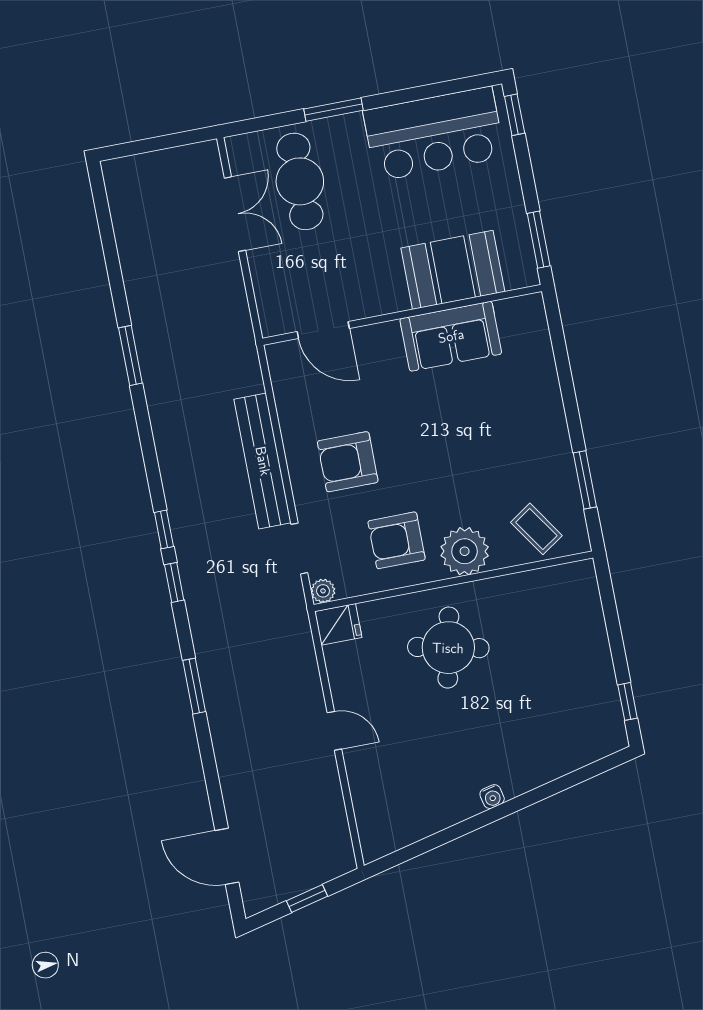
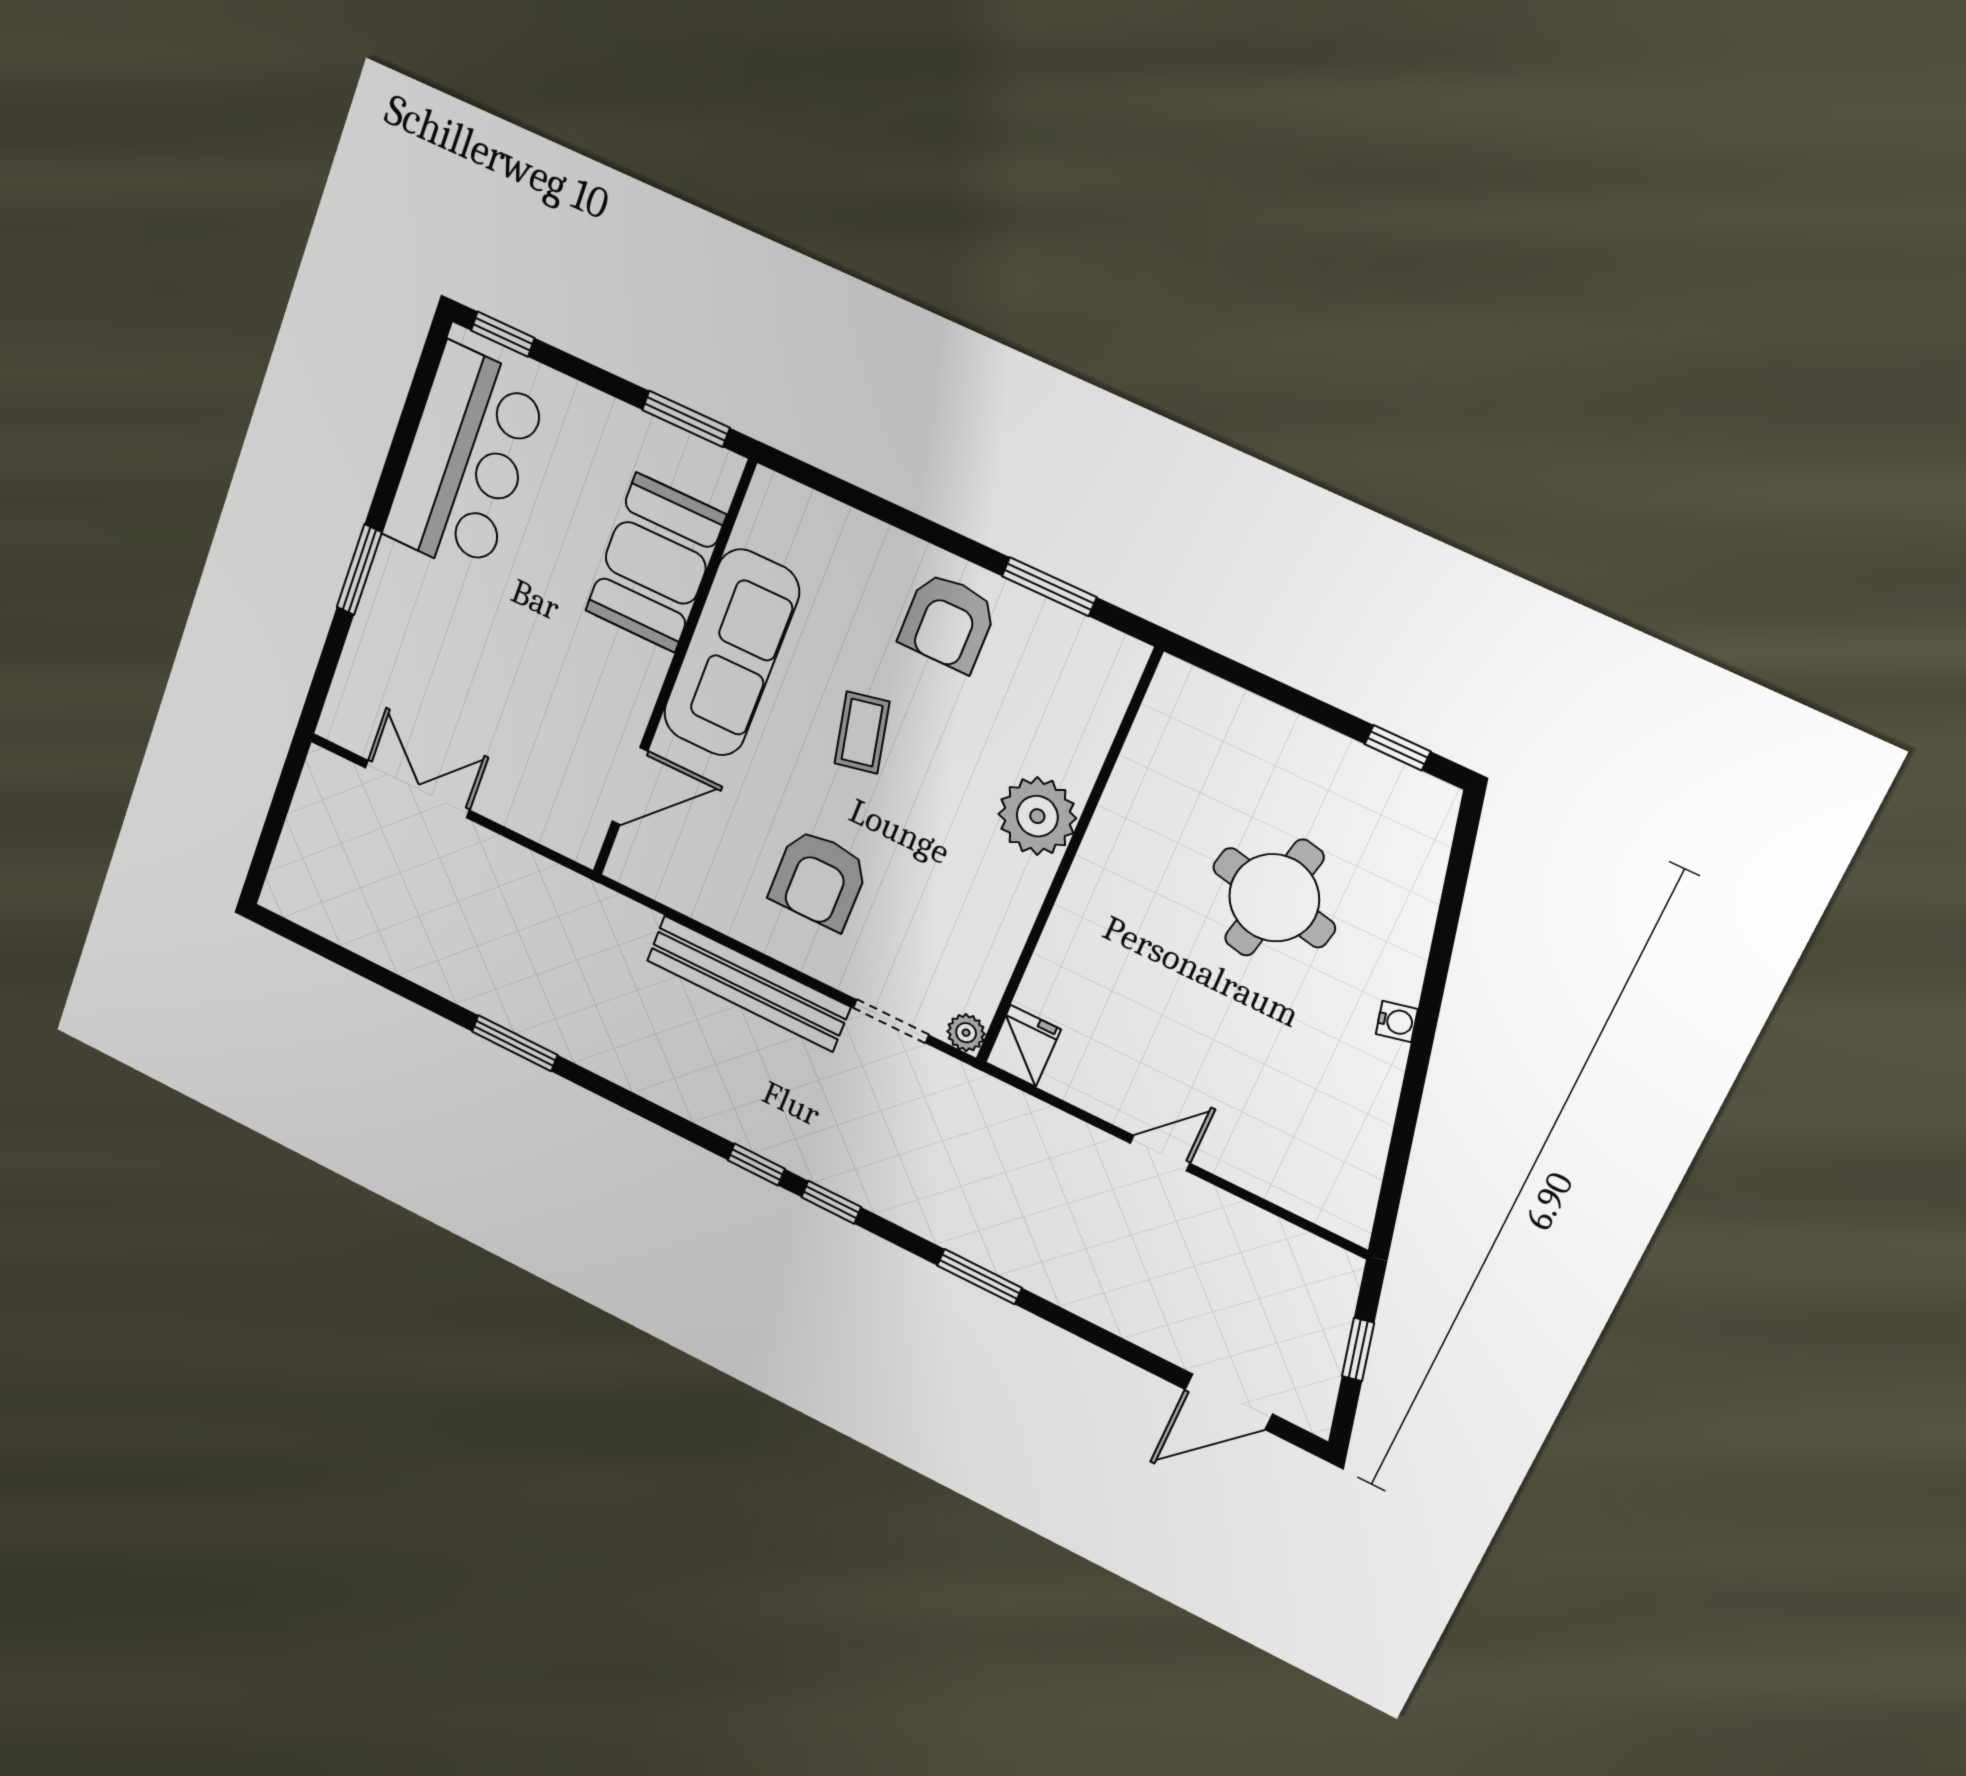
cafe table: (300, 181) -> (424, 678), removed
sofa: (451, 336) -> (731, 653), width x1.36
coffee table: (536, 529) -> (862, 733), moved, turned -68
armchair: (397, 540) -> (948, 622), moved
round table: (448, 648) -> (1274, 898), moved

